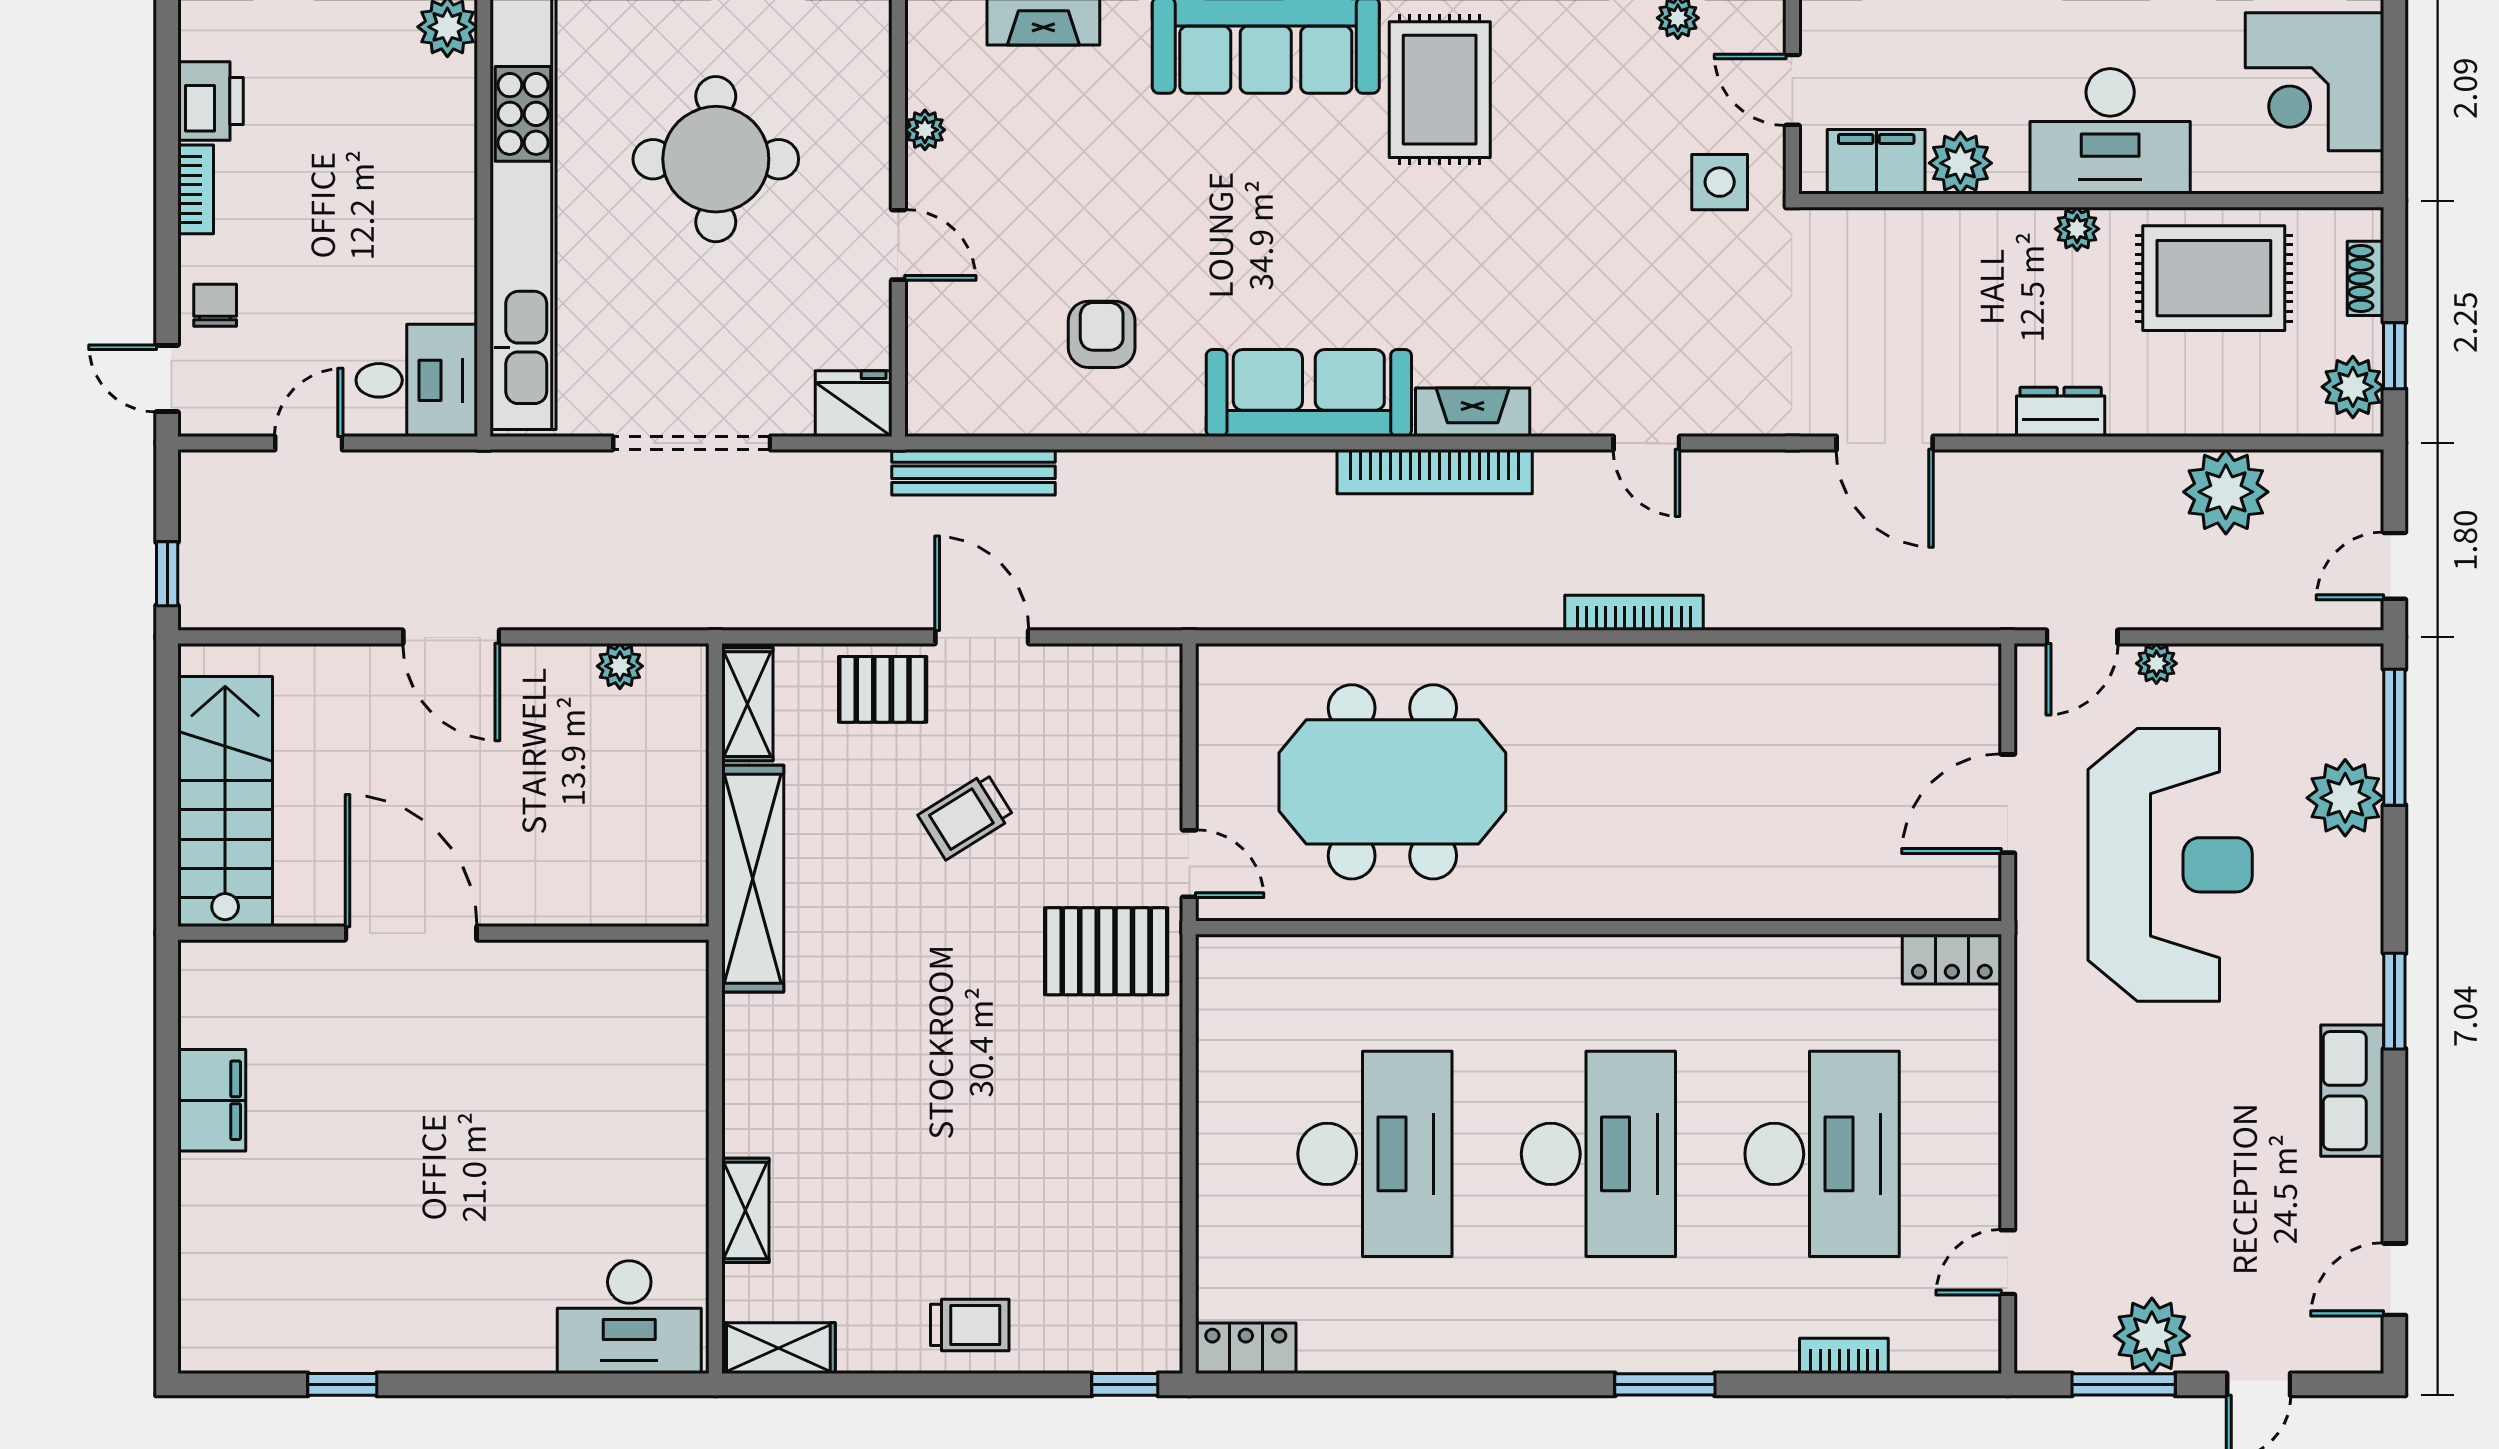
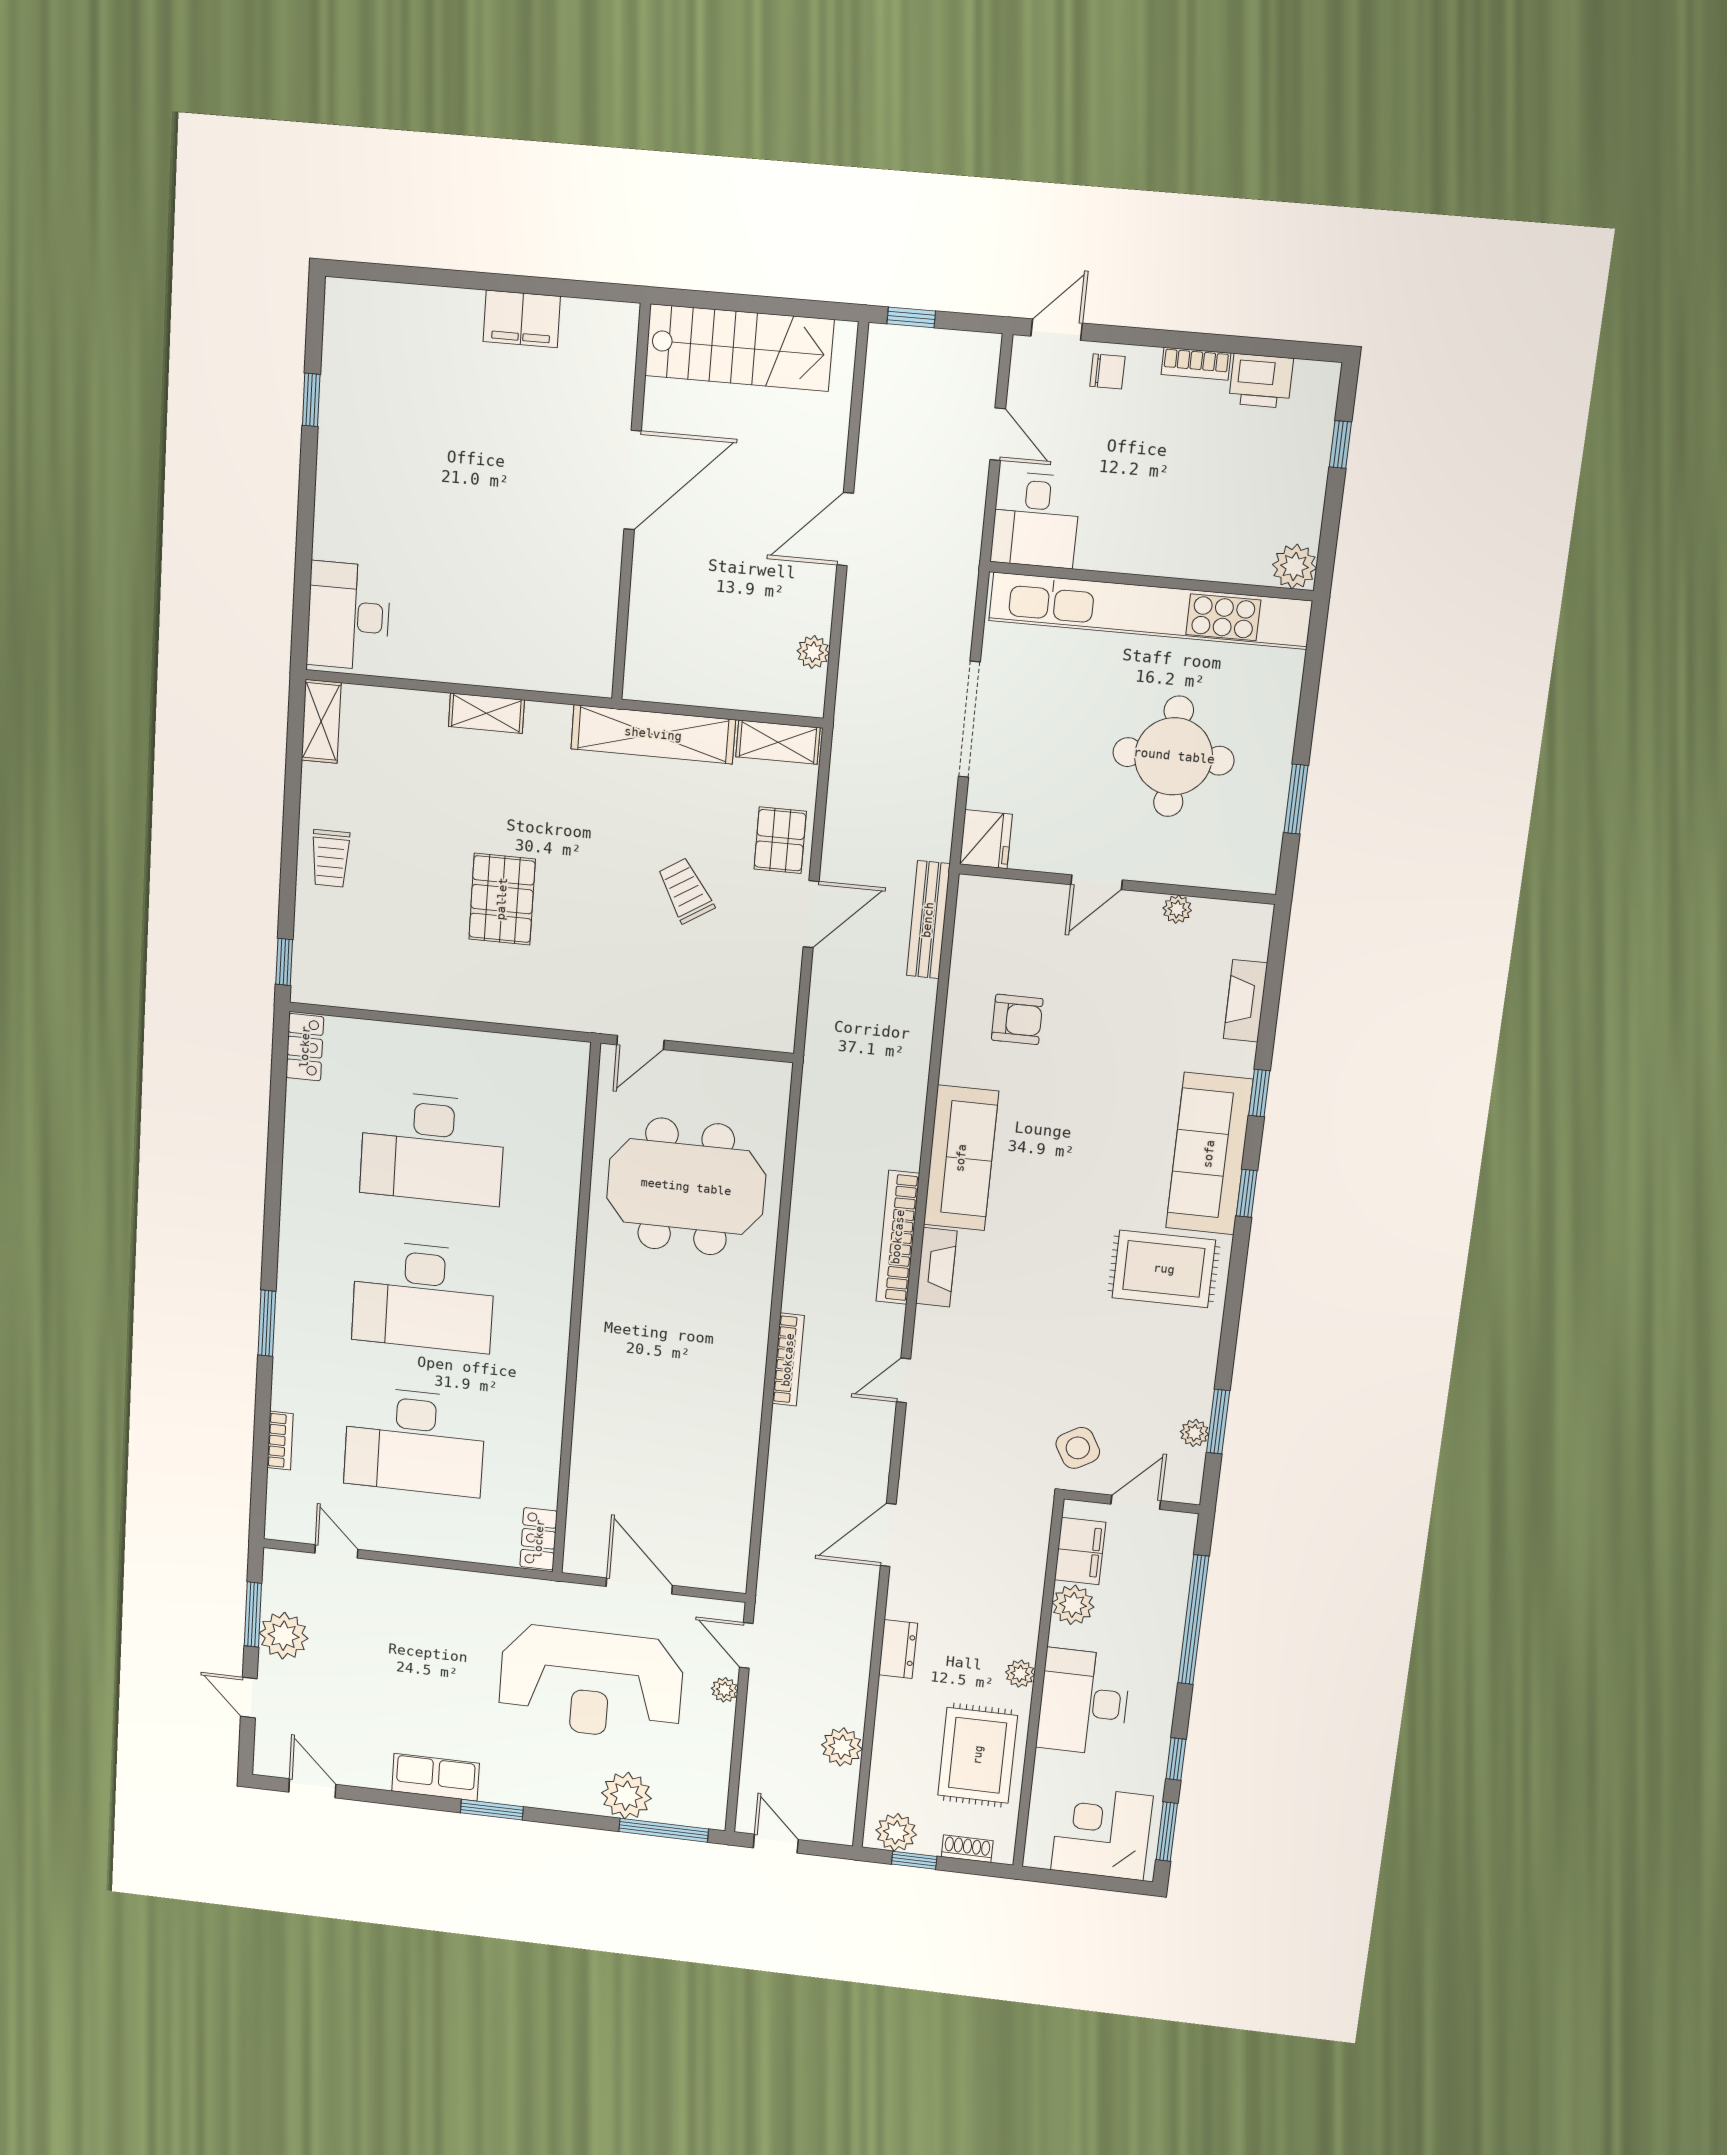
side table: (1720, 182) -> (1078, 1448), turned -30
plant: (2226, 492) -> (842, 1747), width x0.73, depth x0.73
meeting table: (1392, 782) -> (686, 1187), turned 90
pallet: (1106, 951) -> (502, 899), moved
shelving: (745, 1210) -> (486, 713), moved

